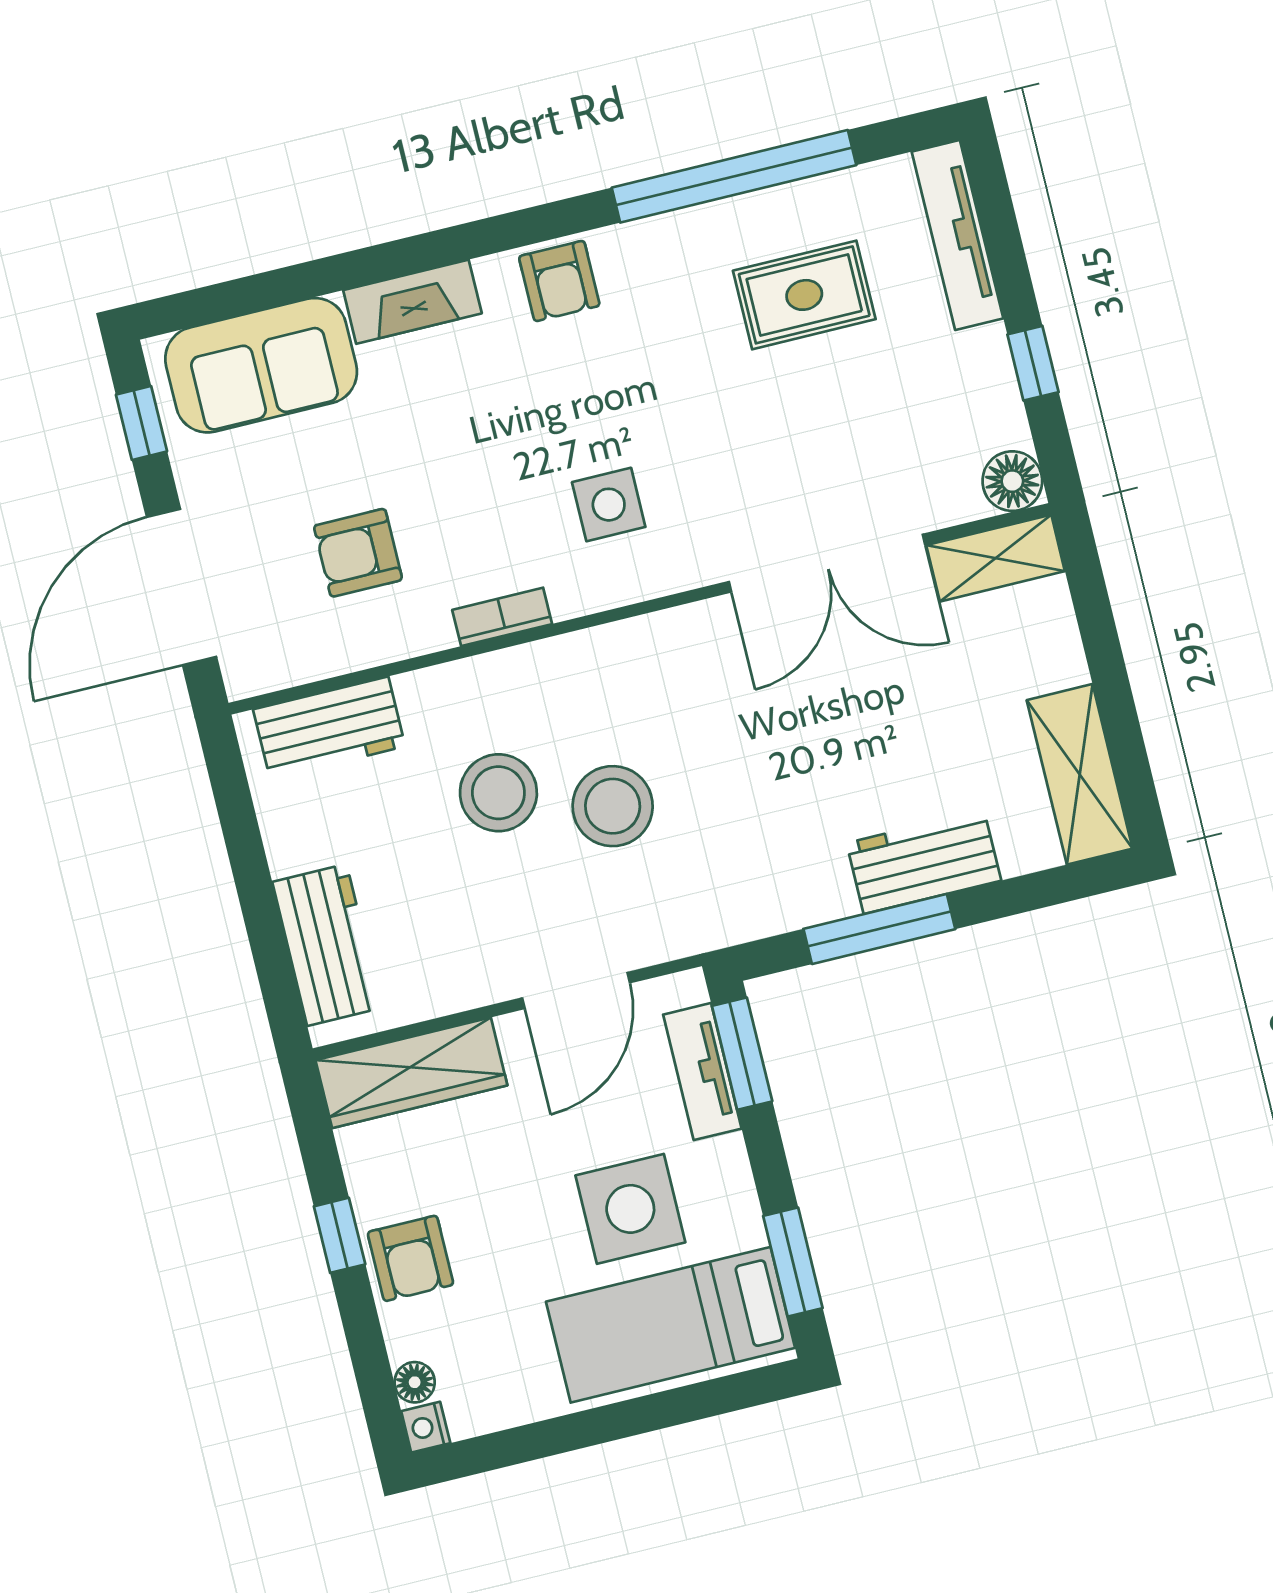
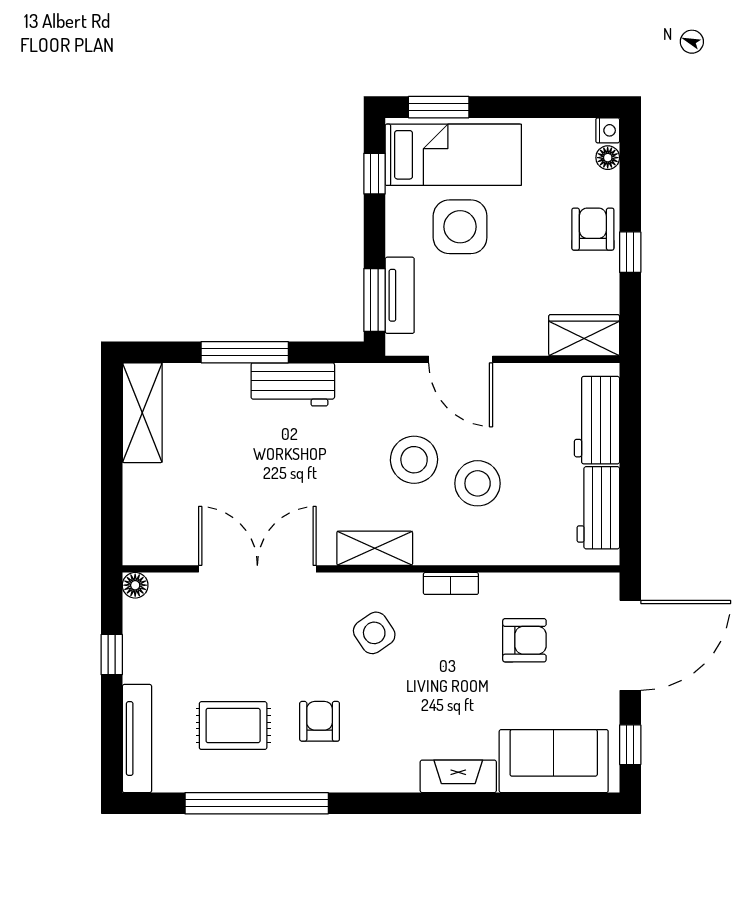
armchair: (559, 281) -> (320, 721), moved
floor lamp: (1012, 481) -> (135, 585), width x0.73, depth x0.73
side table: (609, 505) -> (374, 633), turned -34
shelving: (996, 558) -> (375, 548), moved
workbench: (329, 728) -> (598, 508), moved, turned -90
workbench: (924, 862) -> (293, 384), moved
window: (879, 929) -> (245, 352), moved
door: (576, 990) -> (461, 359), swing flipped
wardrobe: (411, 1073) -> (584, 335), width x0.67
window: (793, 1262) -> (374, 174), width x0.67
window: (714, 1397) -> (439, 107), added

